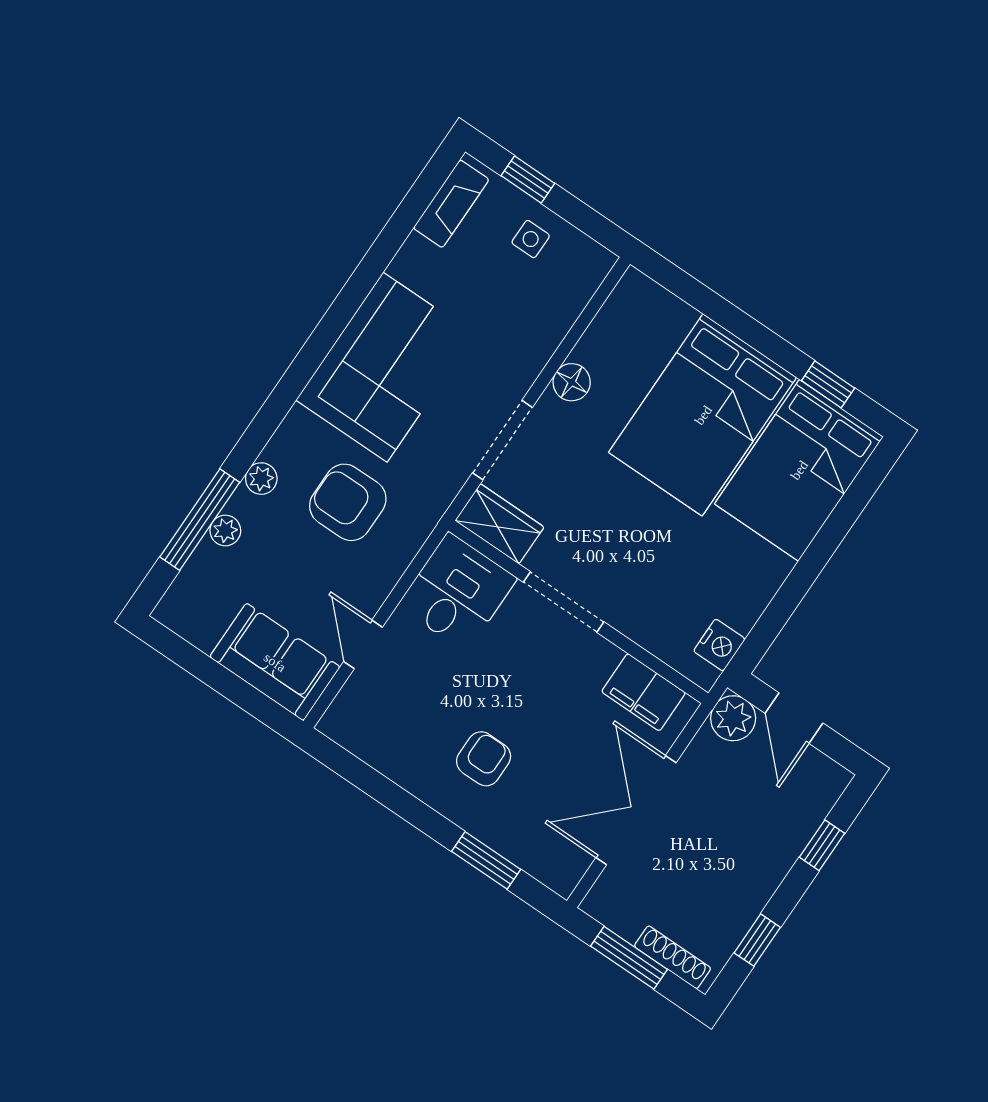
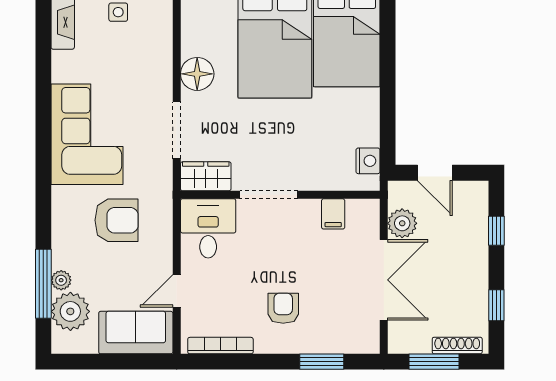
floor lamp: (572, 382) -> (197, 74), width x1.38, depth x1.38
plant: (261, 479) -> (70, 311), moved, width x1.88, depth x1.88
armchair: (348, 502) -> (116, 220), turned 180
door: (363, 644) -> (177, 291), hinge flipped
filing cabinet: (644, 692) -> (333, 214), width x0.50
plant: (733, 718) -> (402, 223), moved
bookcase: (371, 752) -> (220, 346), added
double door: (636, 810) -> (384, 280), swing flipped

